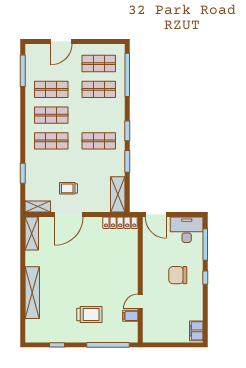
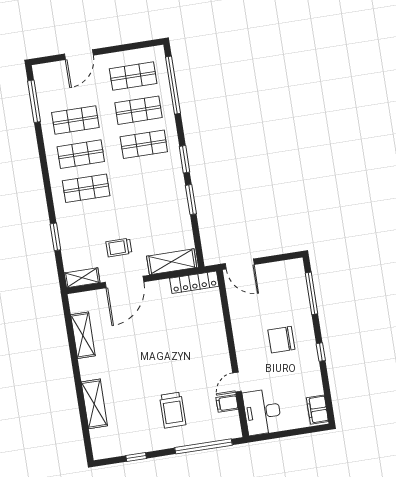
shop shelf: (99, 141) -> (144, 144), moved
shelving: (118, 194) -> (172, 262), moved, turned 90
desk: (187, 230) -> (262, 412), moved, turned -90
shelving: (32, 233) -> (83, 335), moved
window: (205, 278) -> (321, 352), moved
shelving: (32, 293) -> (94, 404), width x0.68
trolley: (89, 315) -> (173, 410), turned 90

